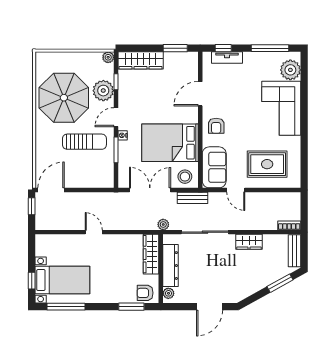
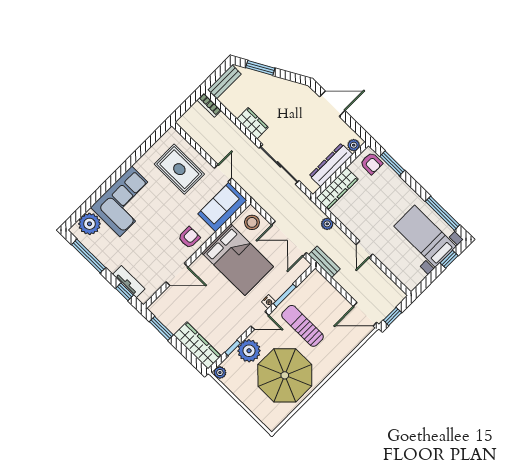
bench: (193, 198) -> (324, 262), moved
plant: (163, 224) -> (327, 224), moved

